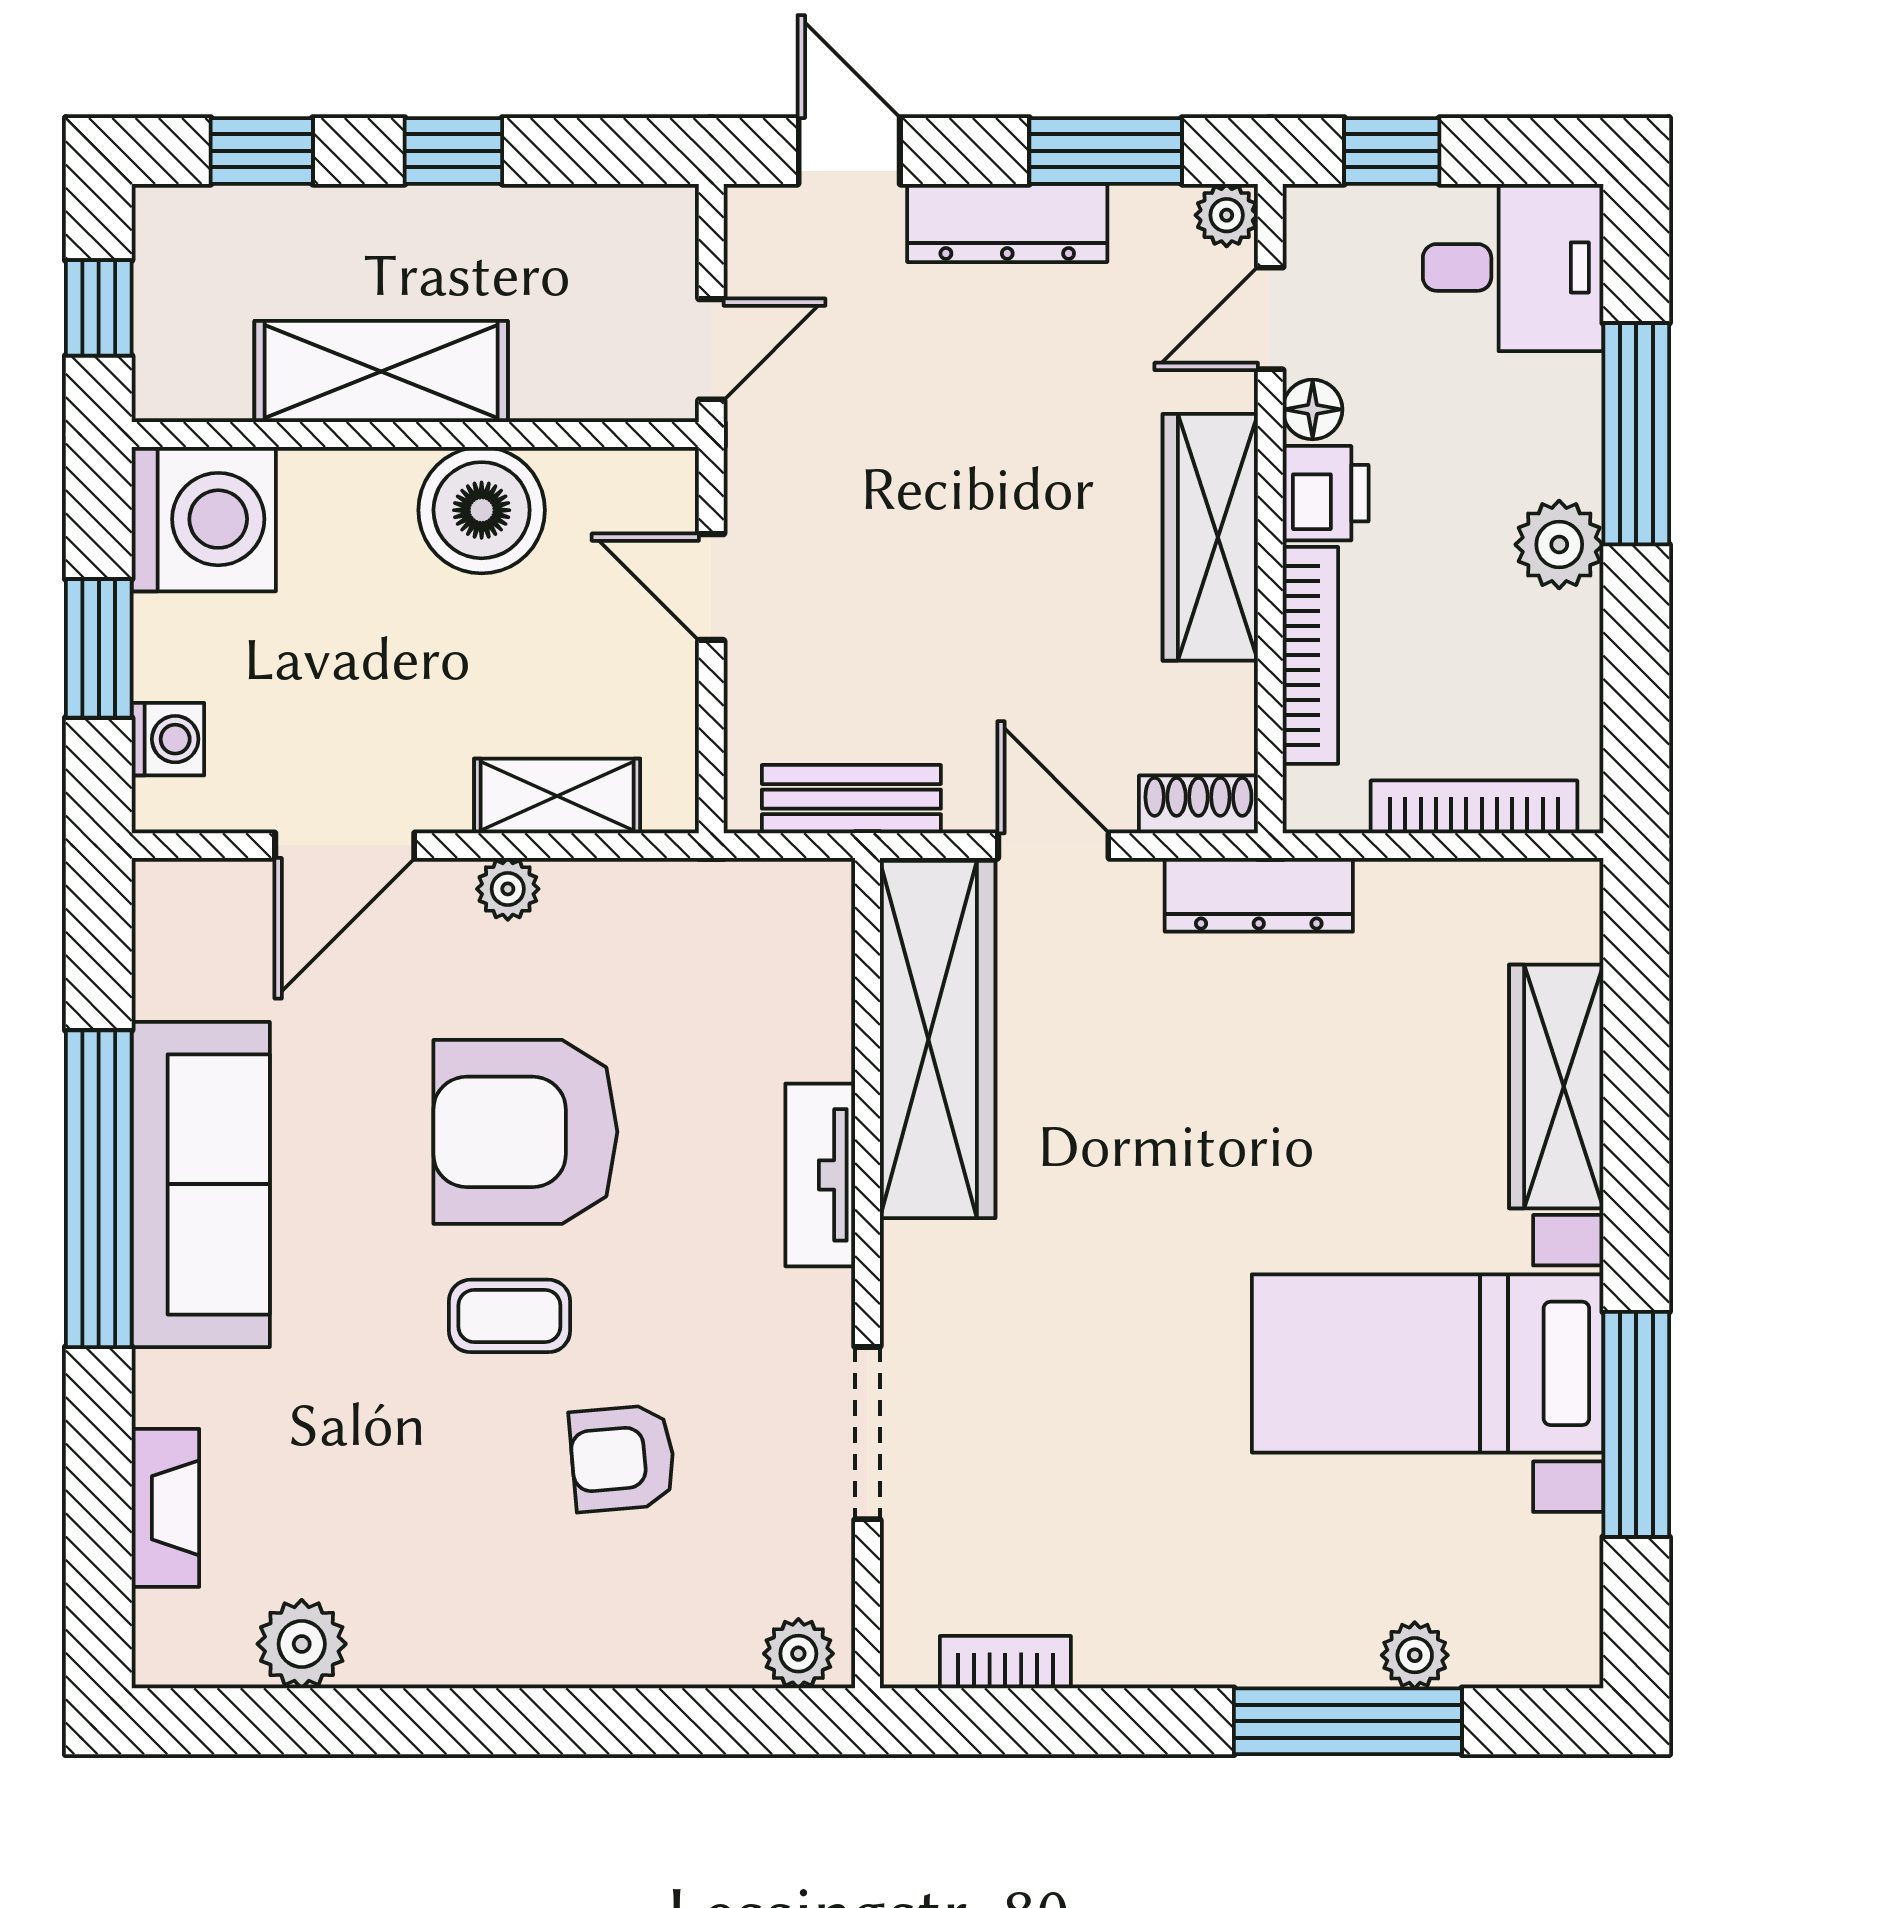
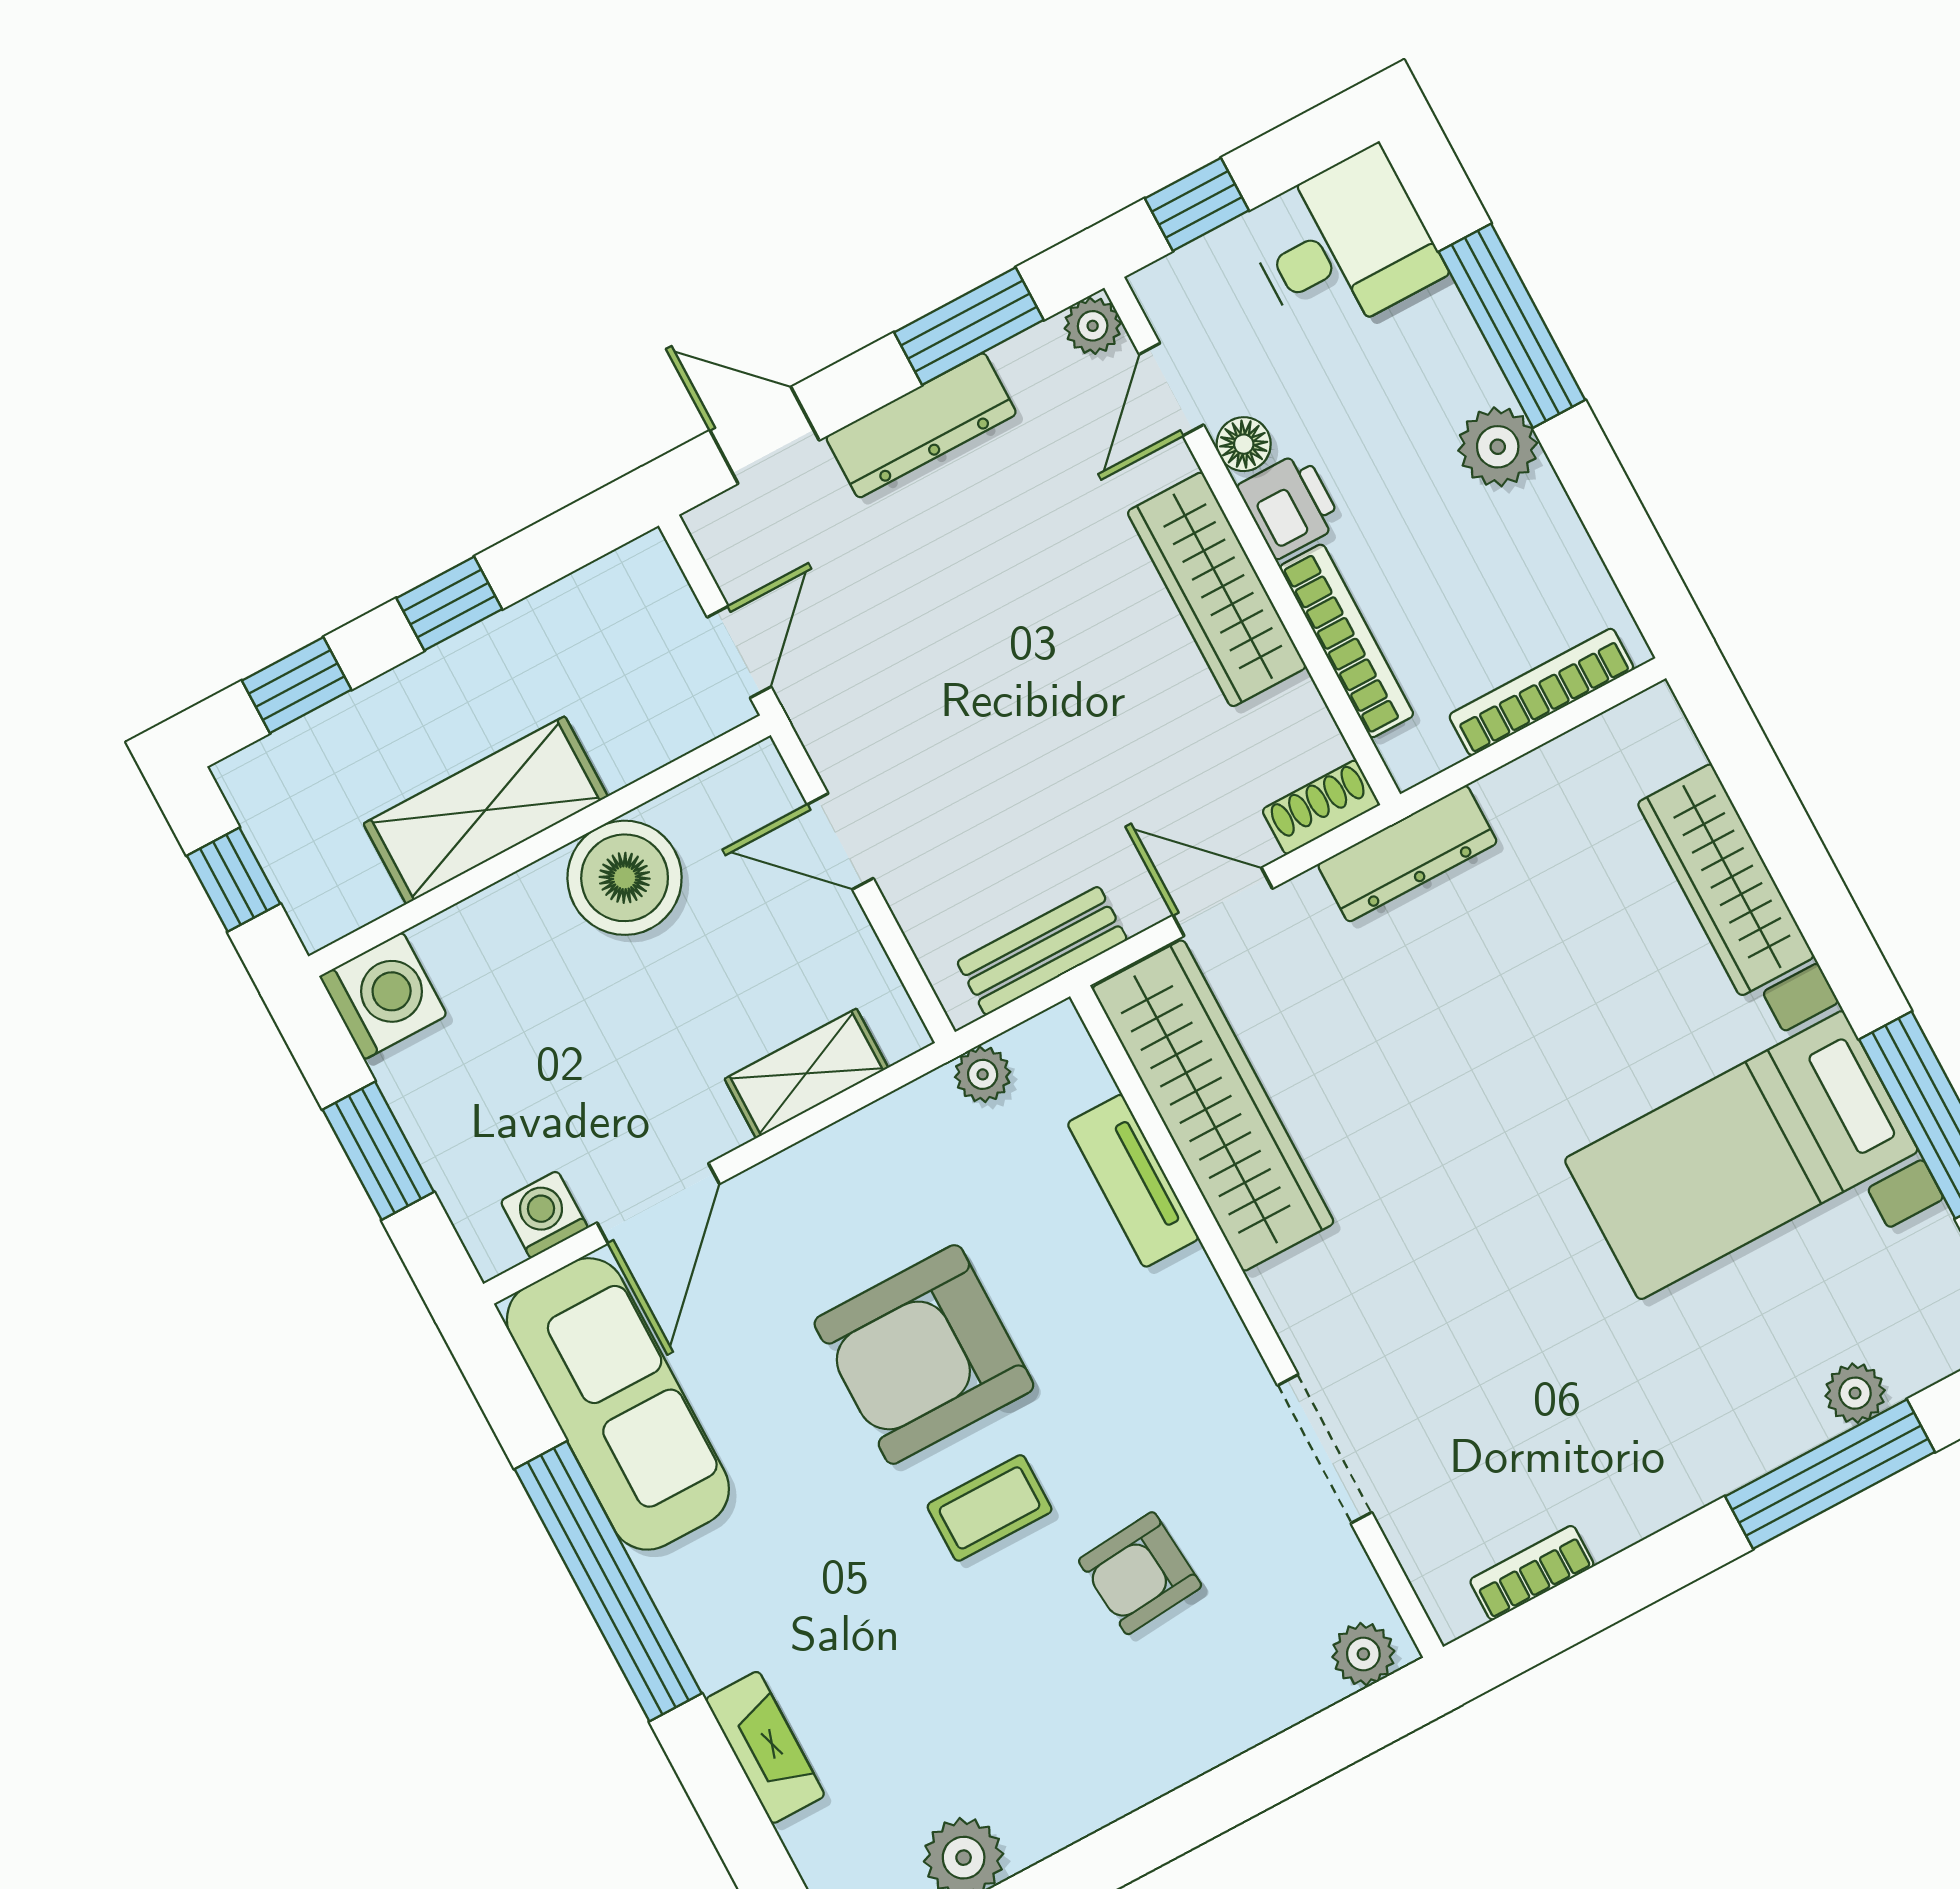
washing machine: (204, 519) -> (383, 996), width x0.73, depth x0.73
washing machine: (168, 739) -> (544, 1214), moved, turned -90
plant: (508, 889) -> (983, 1074), moved
tv unit: (820, 1175) -> (1133, 1181), moved
sofa: (201, 1184) -> (618, 1404), moved
fireplace: (165, 1508) -> (765, 1747), moved

